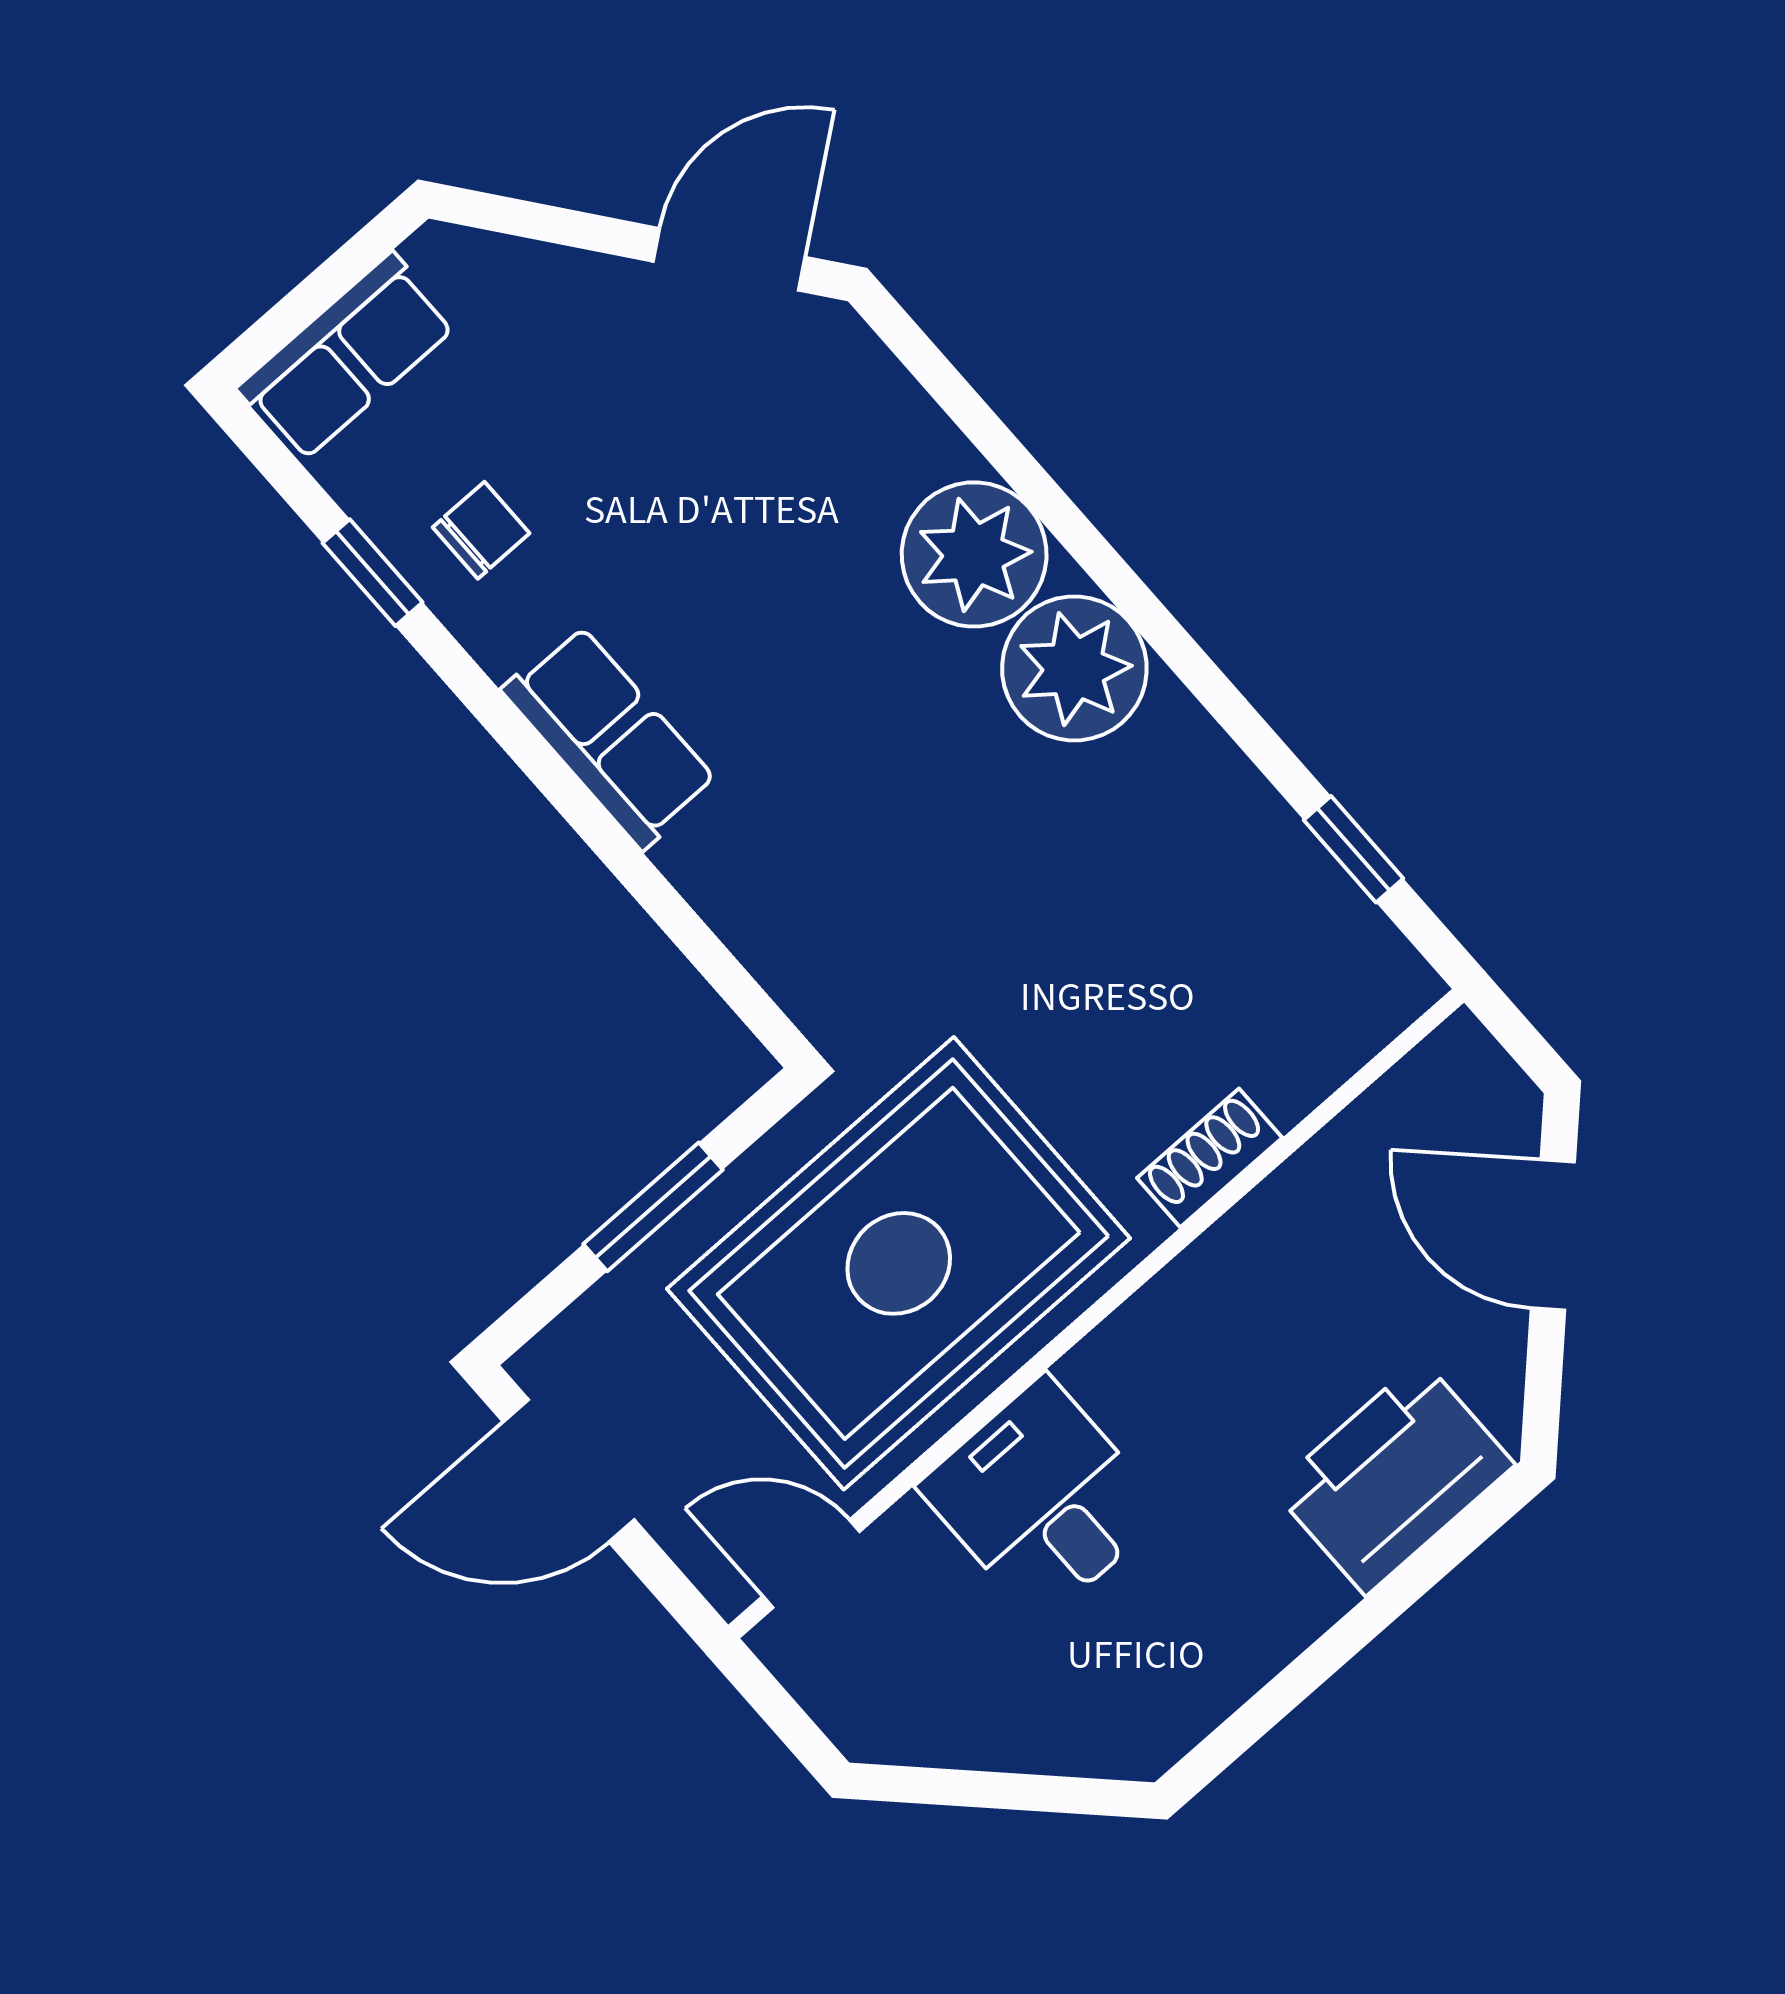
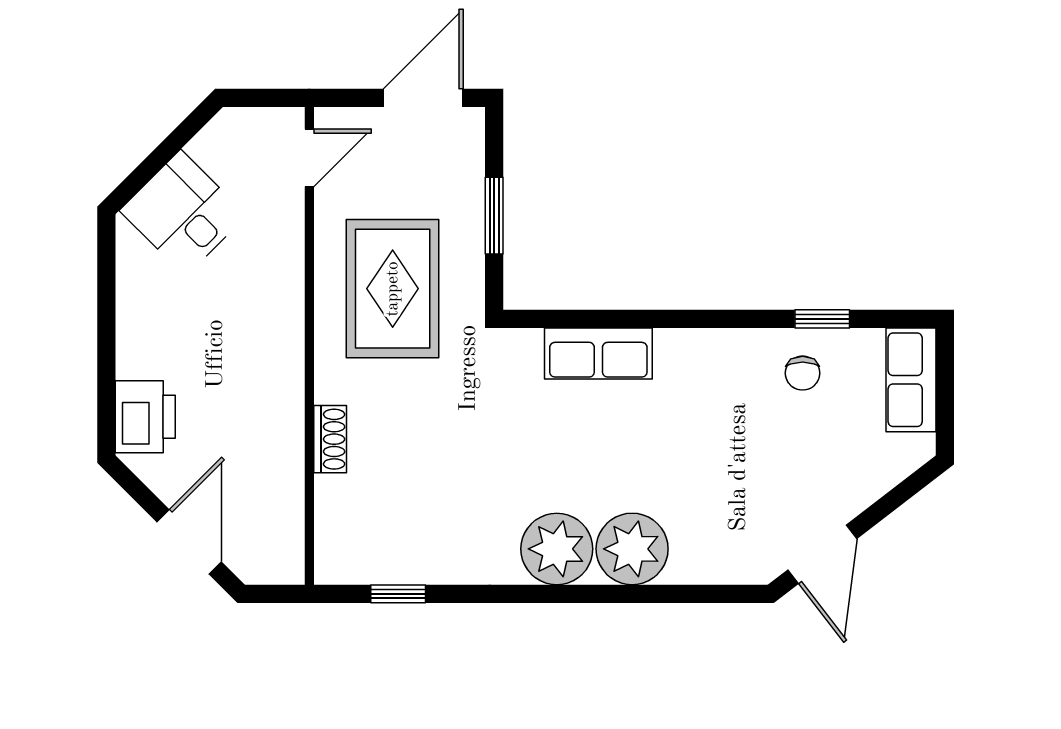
row of seats: (610, 737) -> (598, 354), moved
door: (1553, 1235) -> (189, 542), hinge flipped
rug: (899, 1263) -> (393, 289), width x0.73, depth x0.69
printer: (1394, 1477) -> (145, 417), width x0.73, depth x0.84
desk: (1042, 1499) -> (183, 213), moved, turned -135

